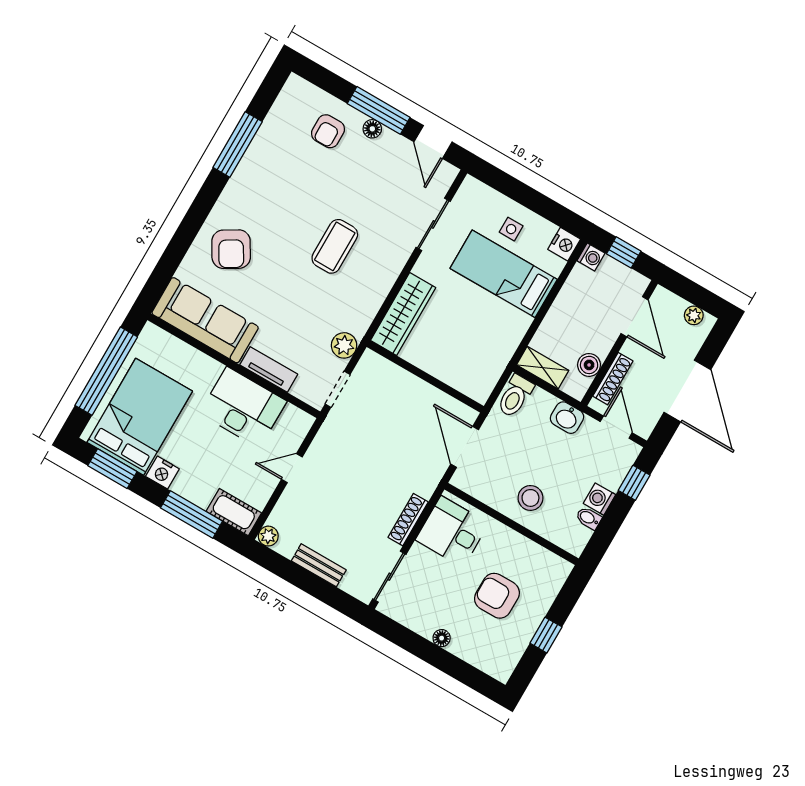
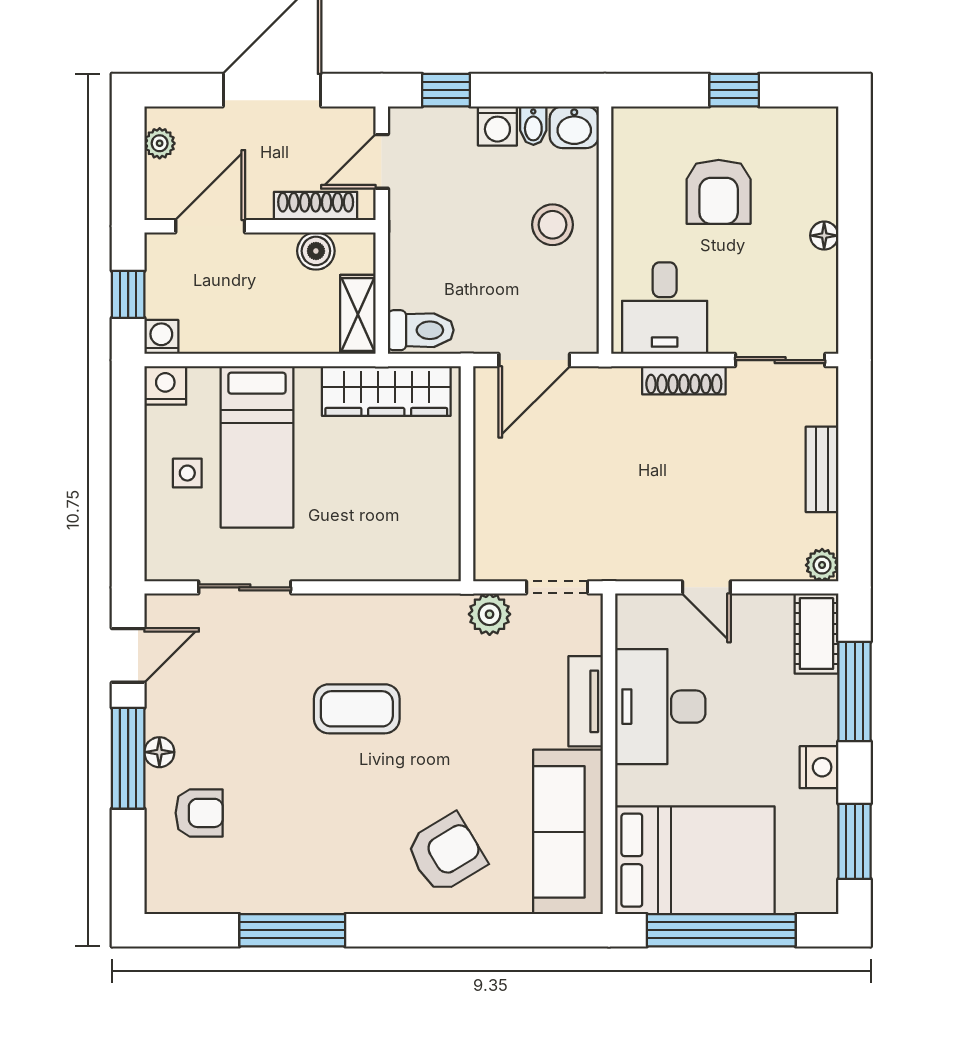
wardrobe: (403, 314) -> (386, 391), moved, turned 180
bed: (140, 417) -> (695, 860), moved, turned 180
washbasin: (567, 418) -> (574, 127), moved, turned 90

